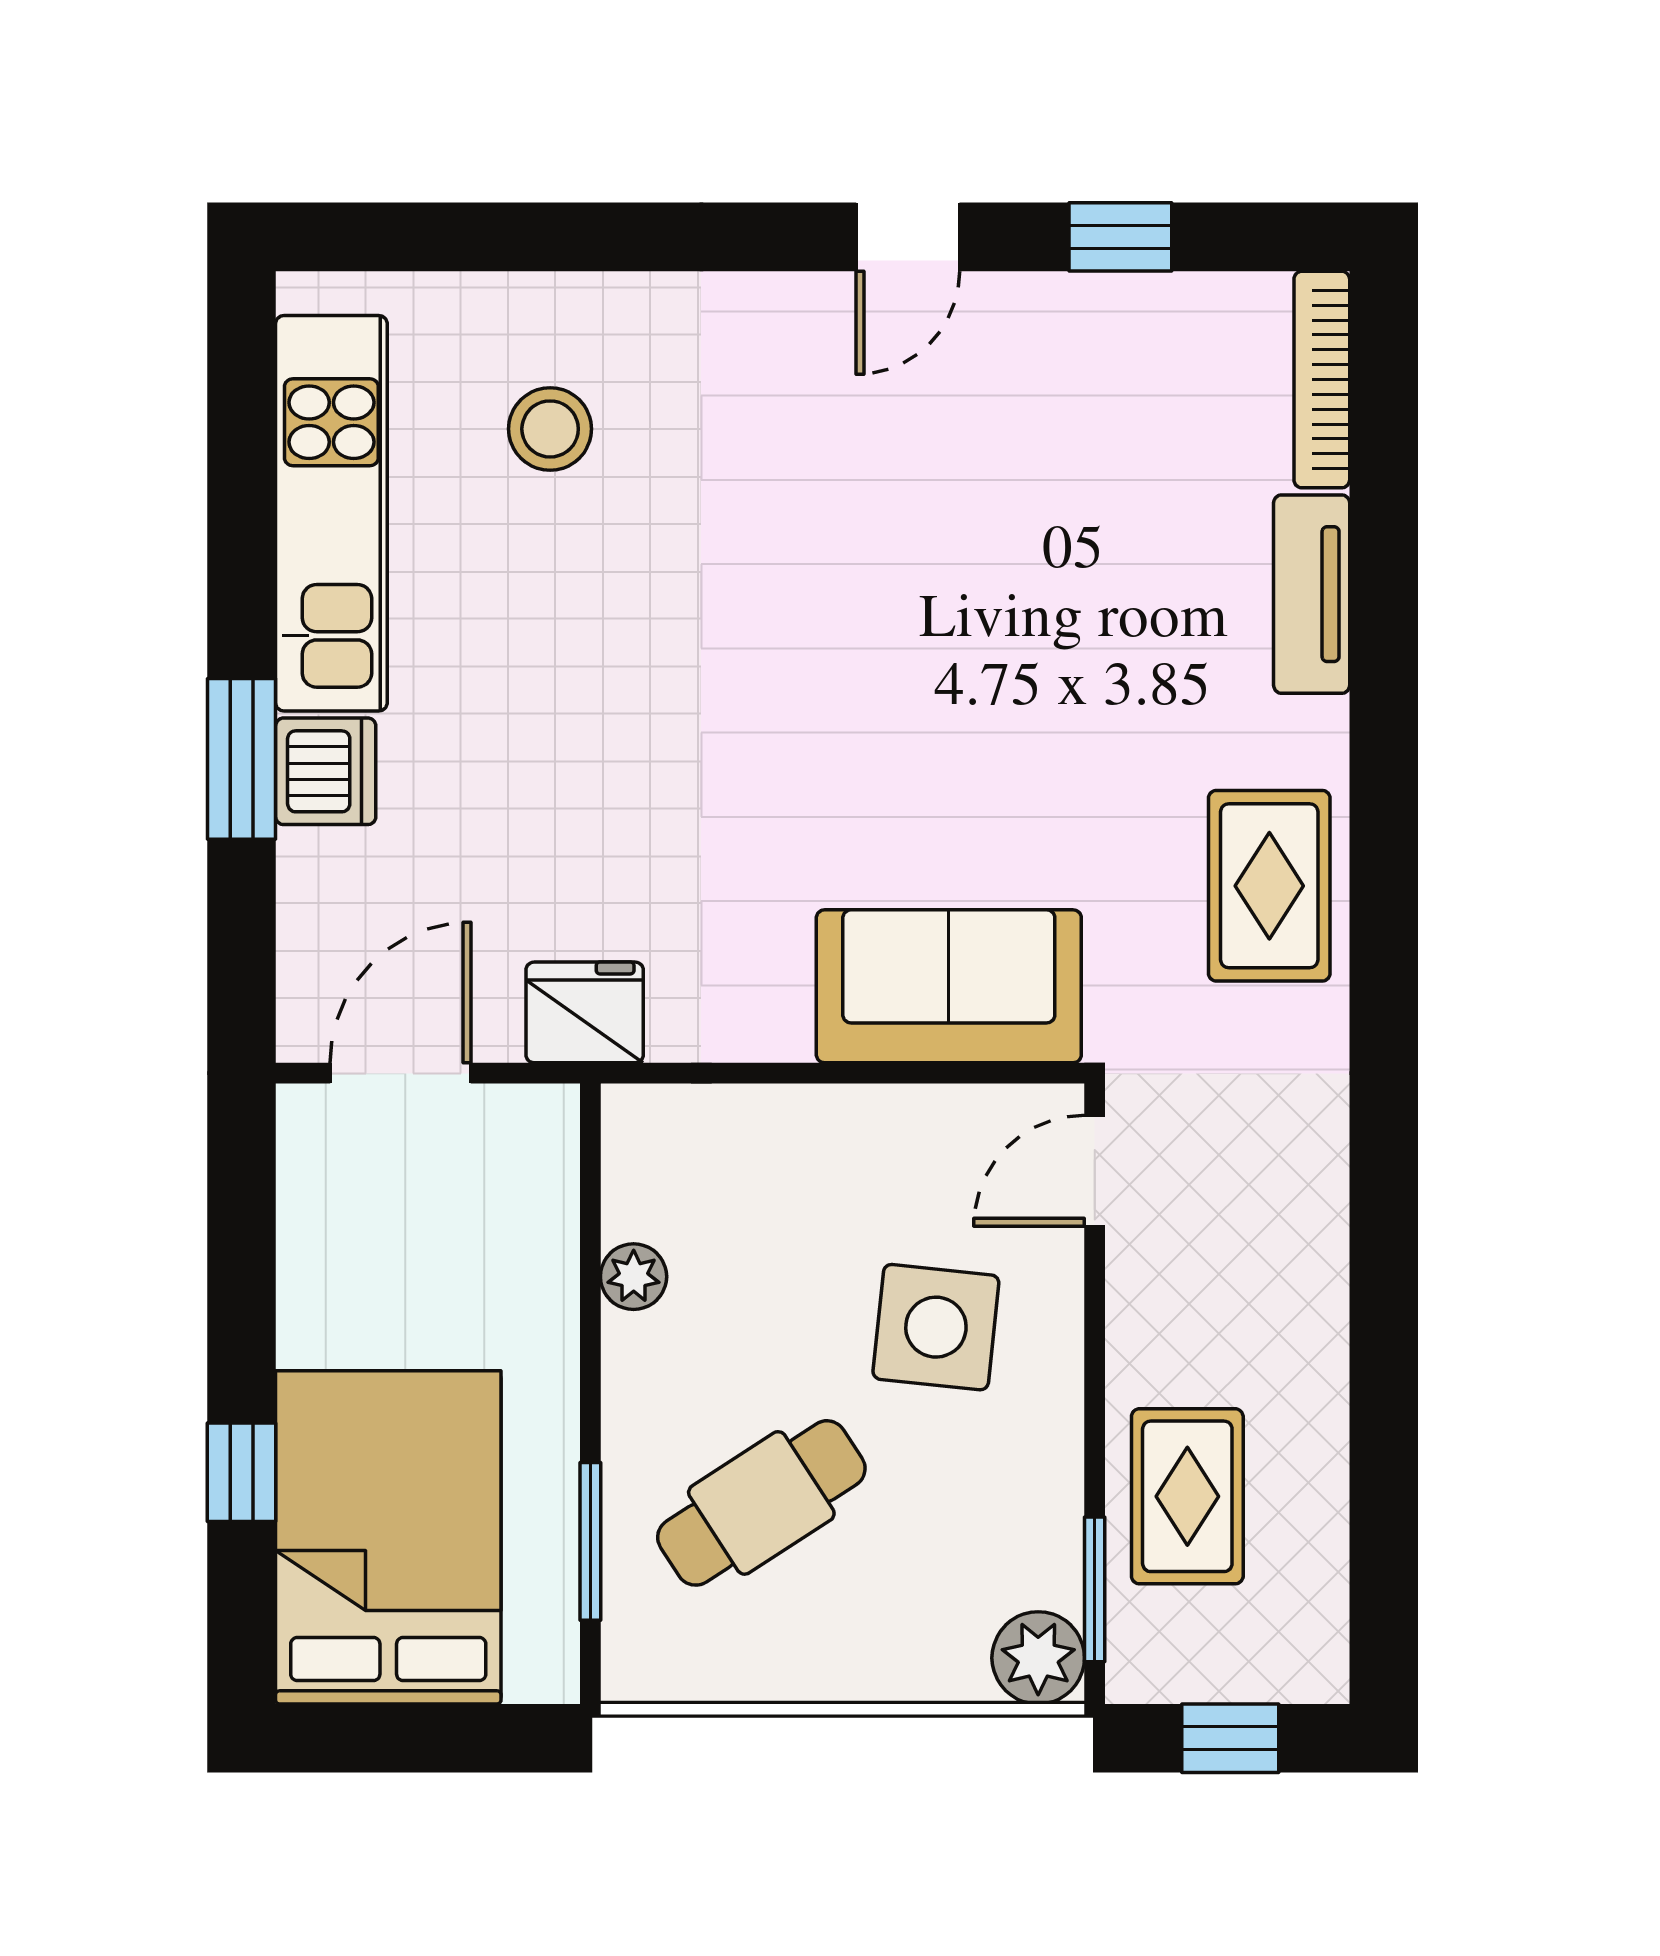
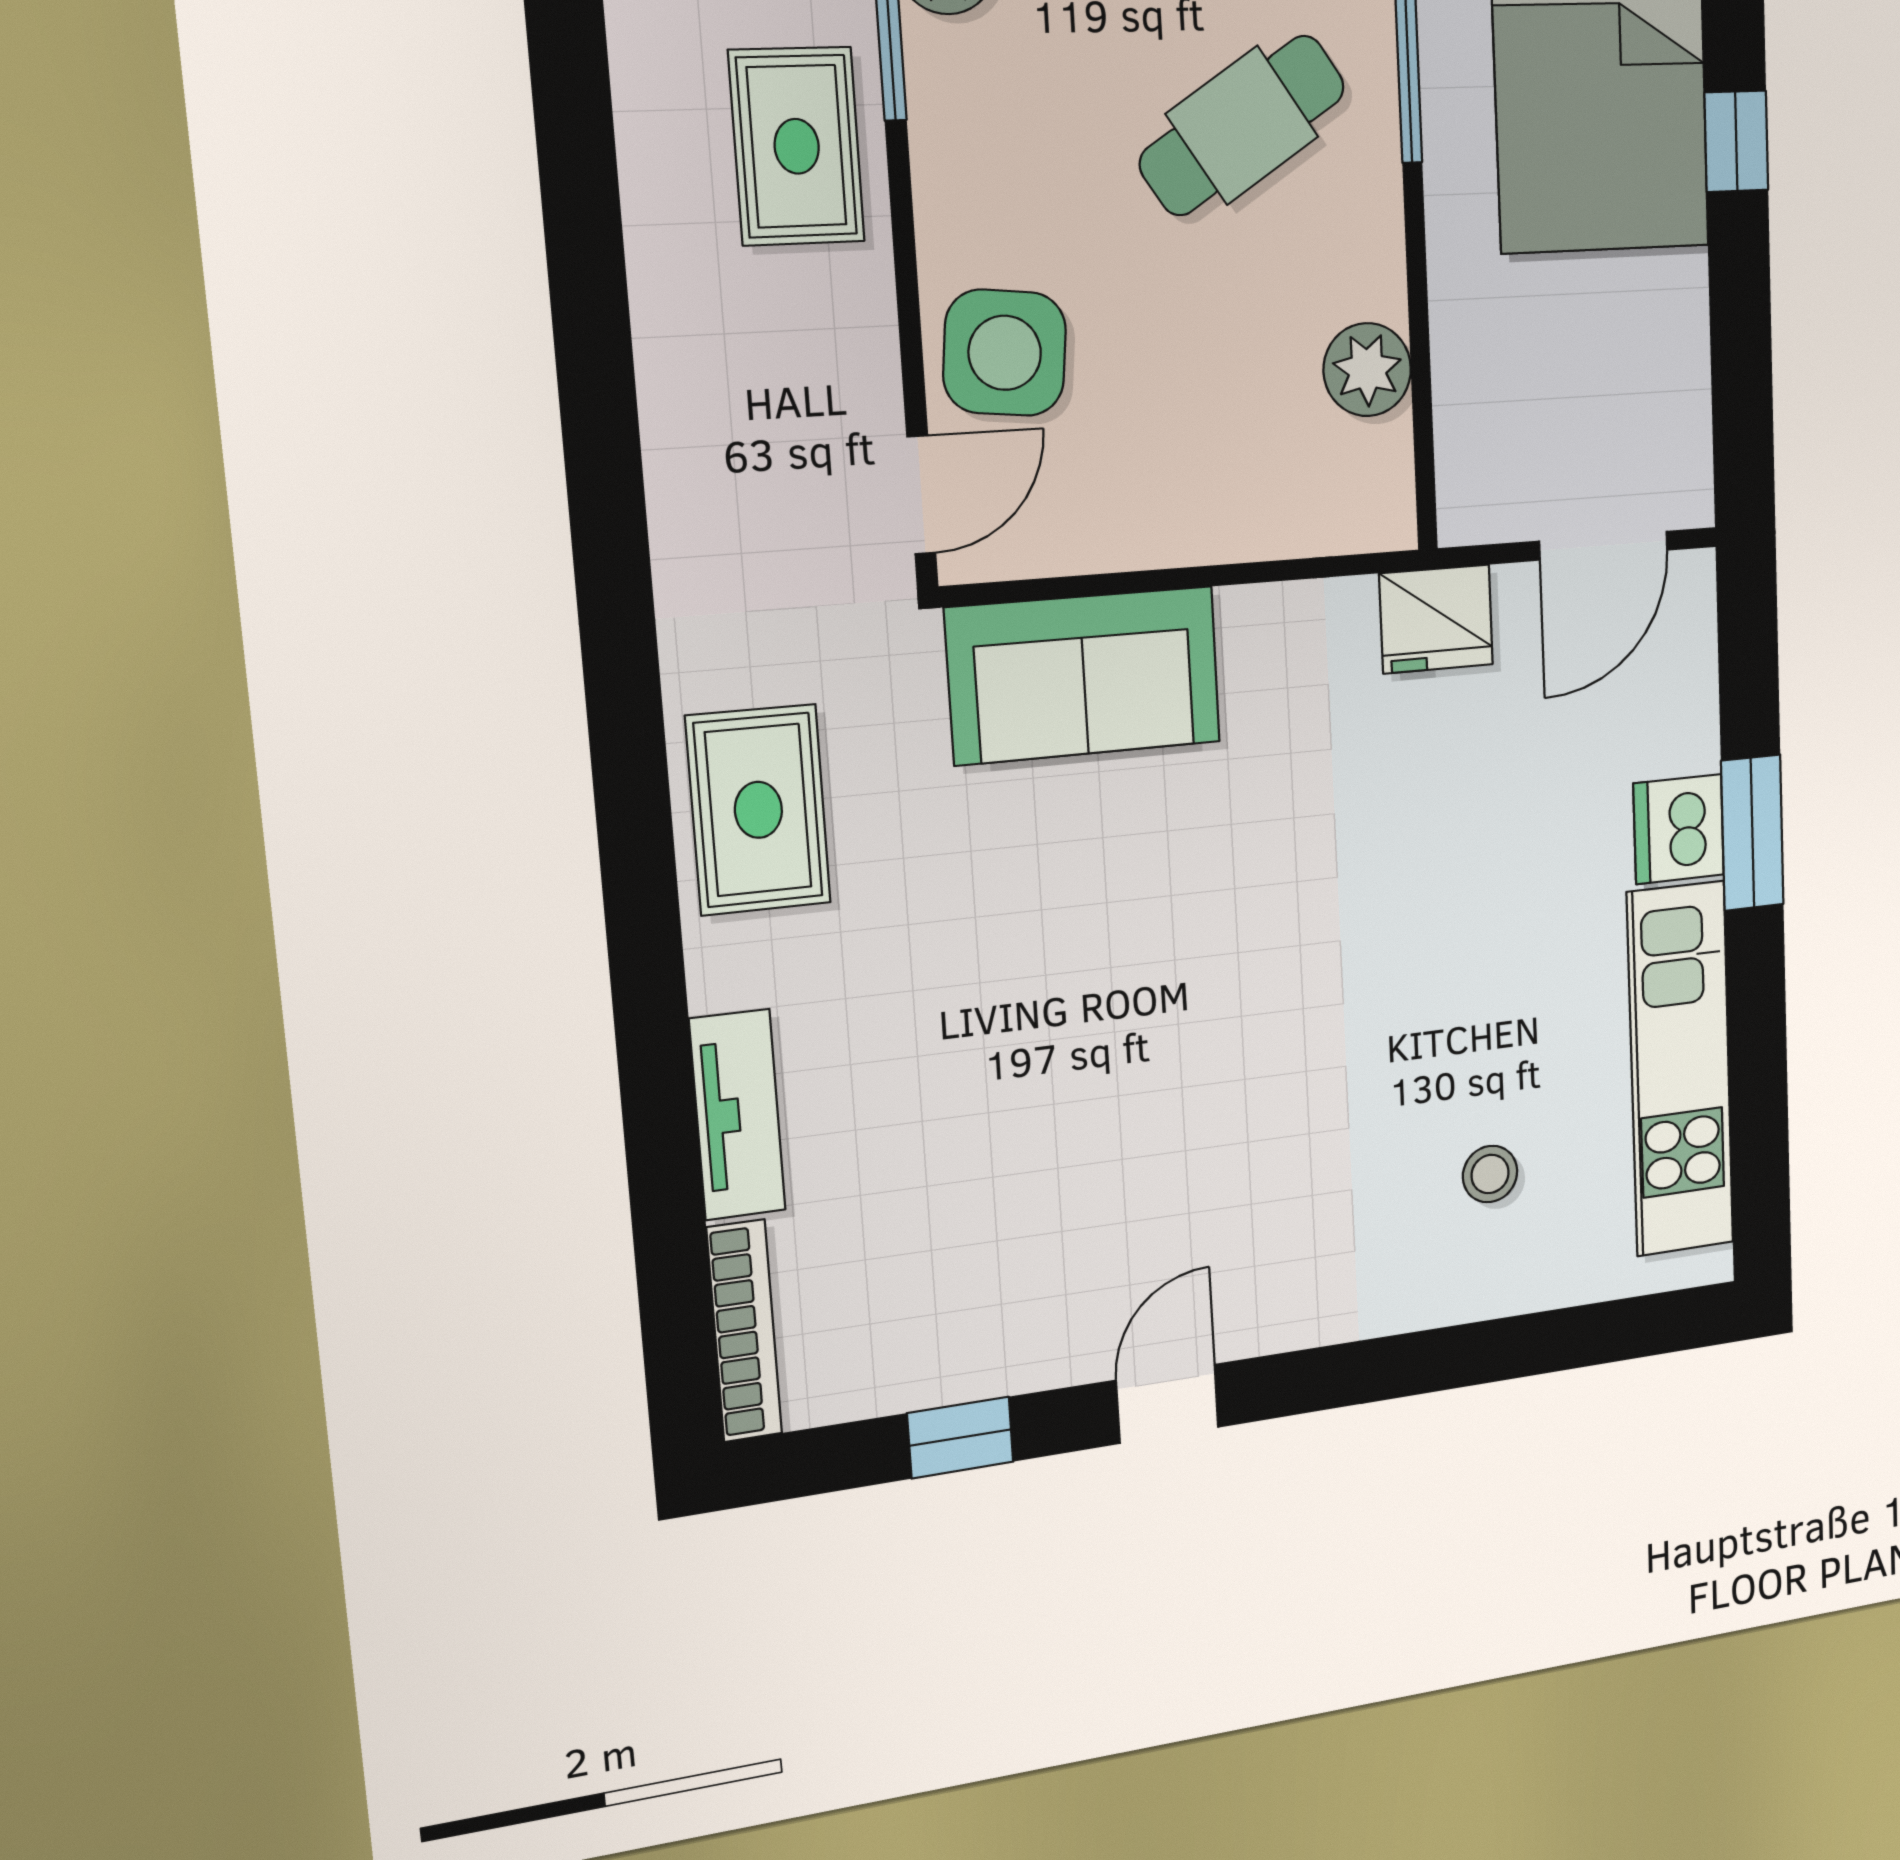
stool: (550, 429) -> (1490, 1174), width x0.73, depth x0.73
plant: (634, 1277) -> (1367, 370), width x1.38, depth x1.38
side table: (936, 1327) -> (1005, 353), moved

